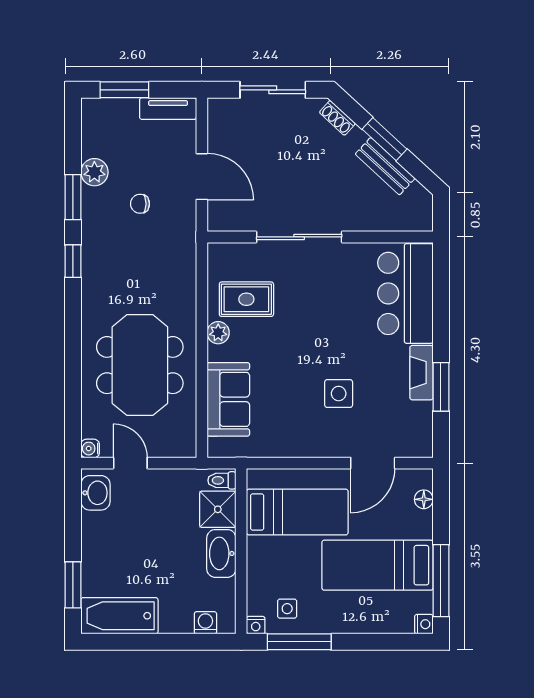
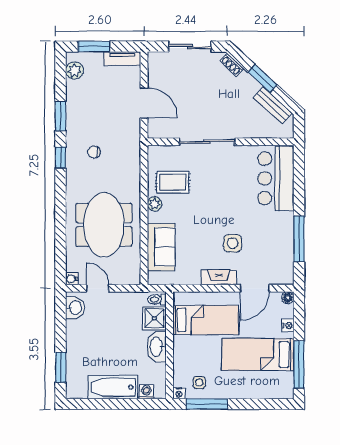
bench: (385, 166) -> (273, 105), moved
plant: (94, 172) -> (74, 71), moved
chair: (140, 204) -> (94, 152), moved
fireplace: (421, 373) -> (219, 277), moved, turned 90
window: (441, 387) -> (299, 239), width x1.44
floor lamp: (424, 499) -> (288, 298), moved
bathtub: (119, 616) -> (113, 387), moved
nightstand: (424, 624) -> (288, 325), moved

